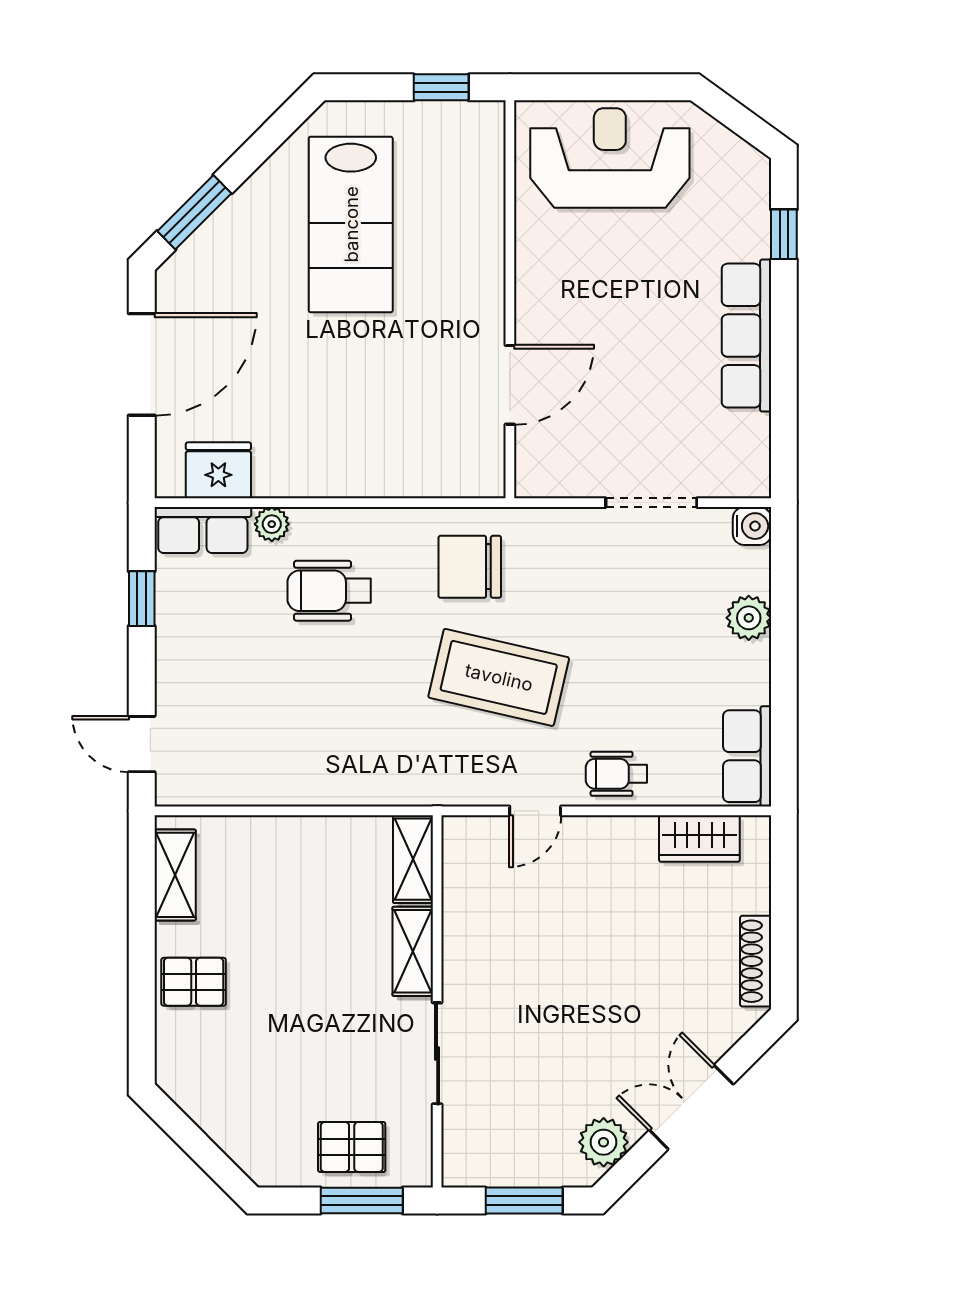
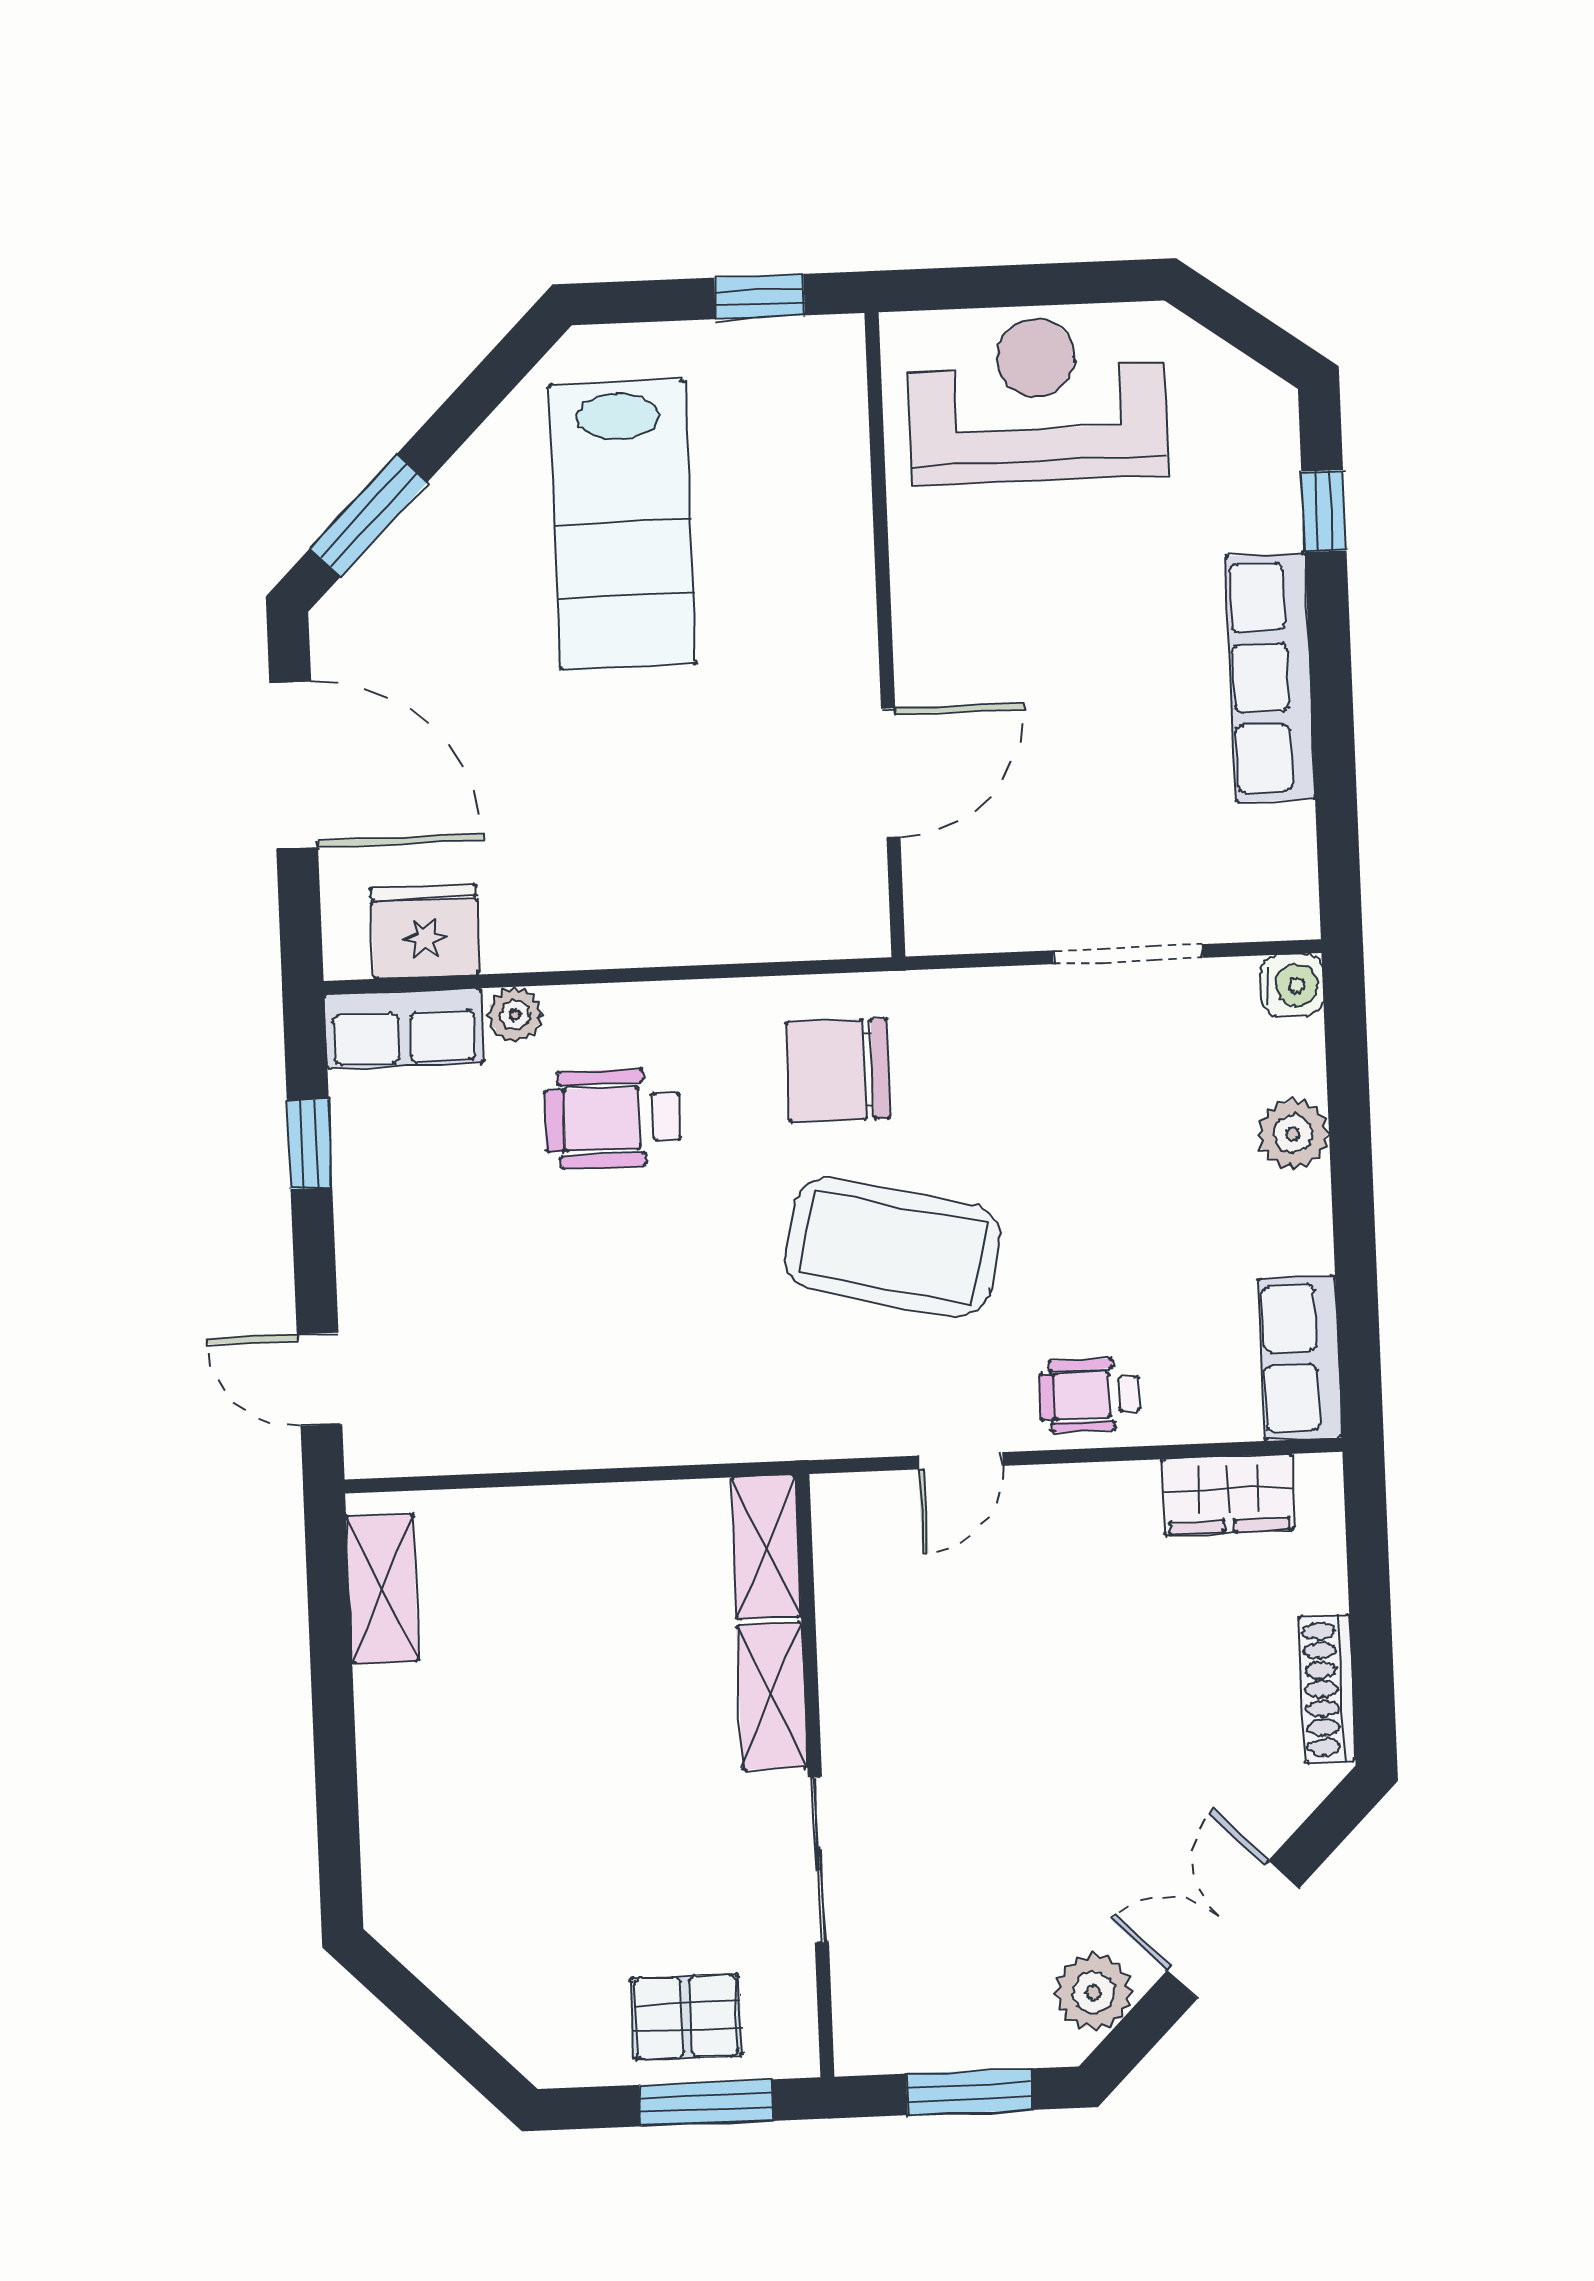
door: (142, 364) -> (294, 765), hinge flipped
pallet: (194, 982) -> (420, 1760), removed

